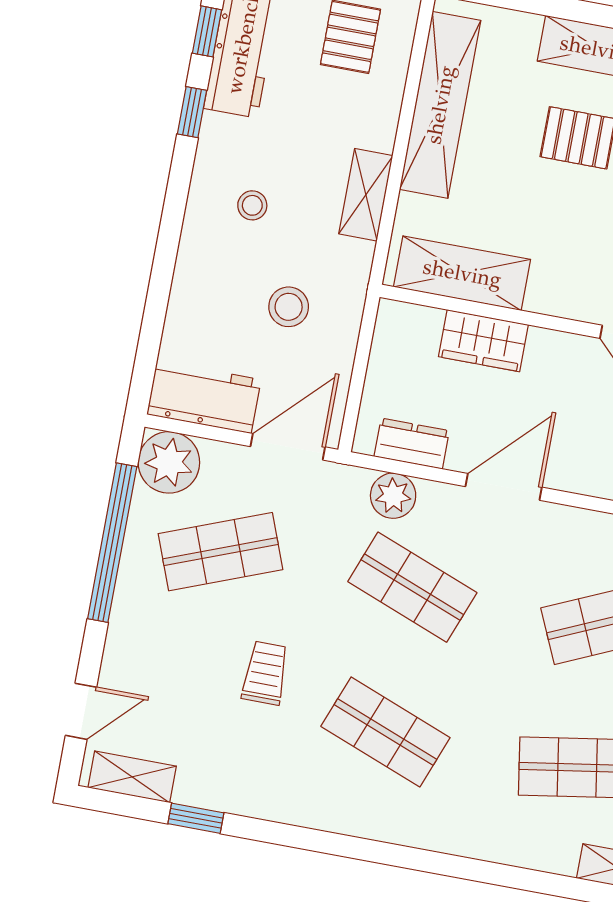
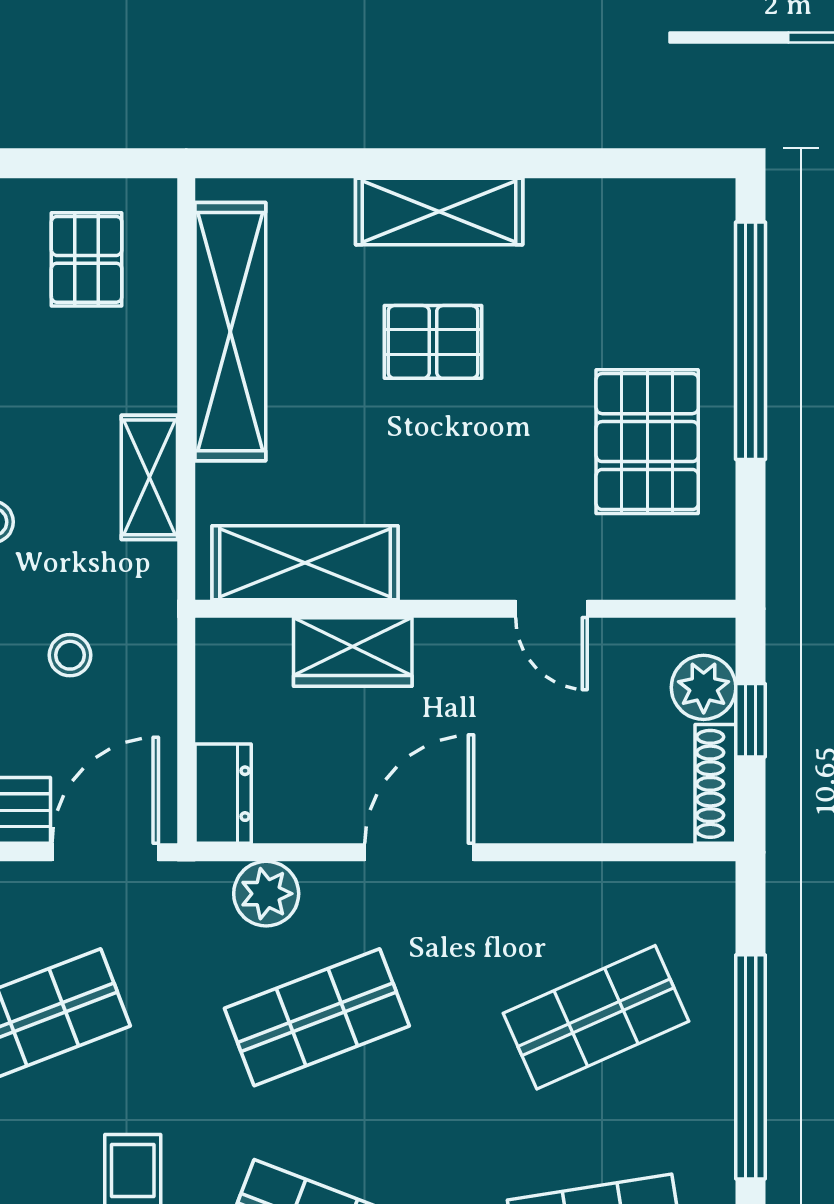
stool: (289, 307) -> (70, 655), width x0.73, depth x0.73
dresser: (412, 444) -> (223, 794), moved, turned 90
shop shelf: (412, 587) -> (317, 1017), turned -42

